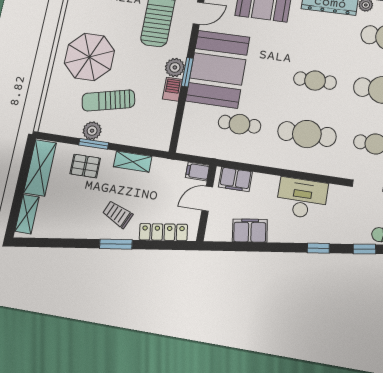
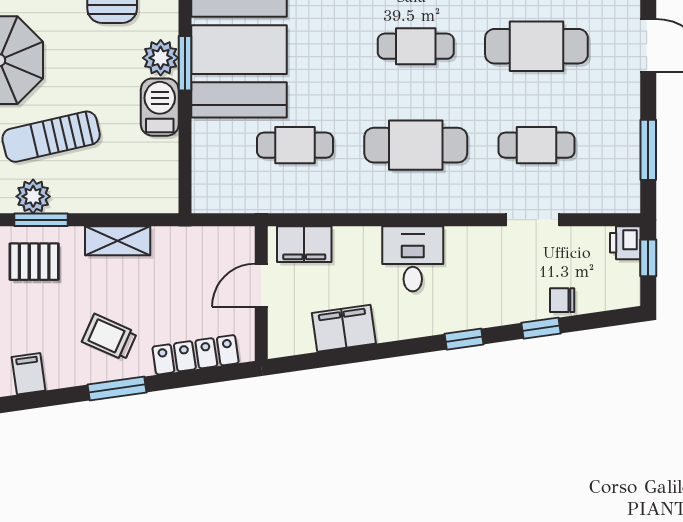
barbecue: (172, 89) -> (160, 107), width x1.38, depth x1.27
filing cabinet: (198, 171) -> (29, 374), moved, turned 82
desk: (302, 198) -> (413, 259), width x0.73

